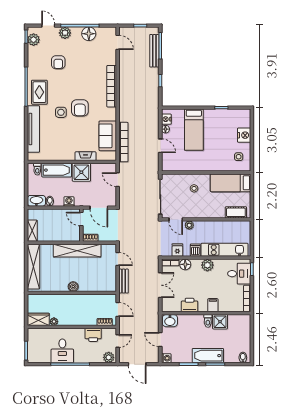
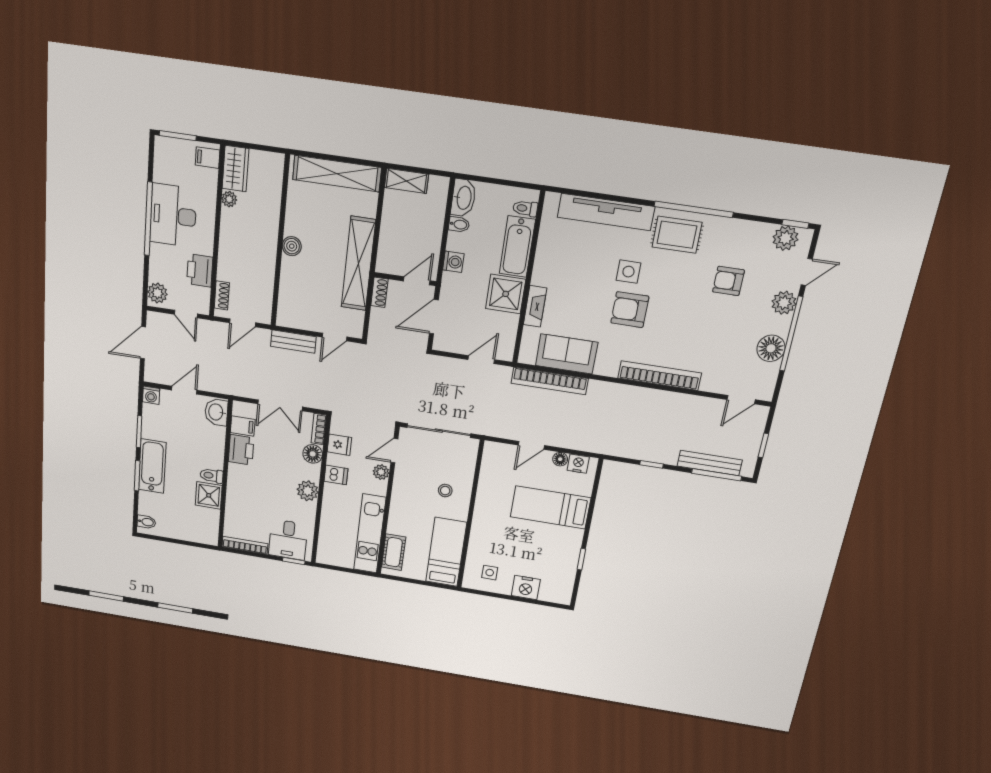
kitchen unit: (224, 250) -> (370, 534), moved, turned 180
filing cabinet: (213, 305) -> (243, 426), moved
filing cabinet: (35, 334) -> (208, 158), added
desk: (62, 351) -> (173, 215), width x1.37

